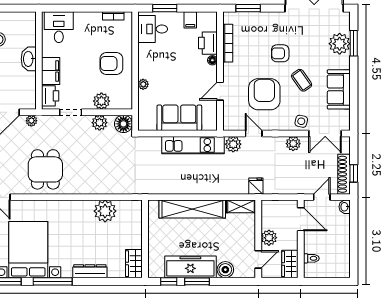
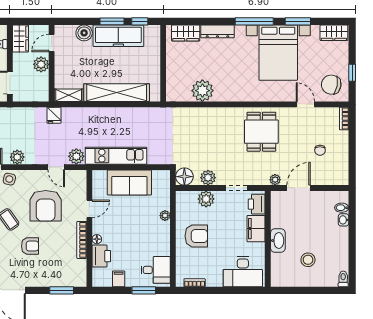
desk: (59, 27) -> (243, 272), width x1.37
bookcase: (228, 43) -> (82, 240), moved
wardrobe: (134, 264) -> (186, 33), moved, turned 90

